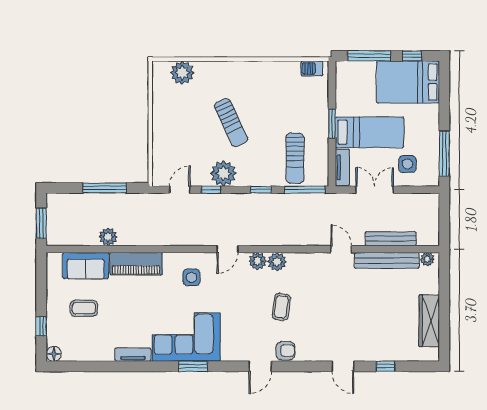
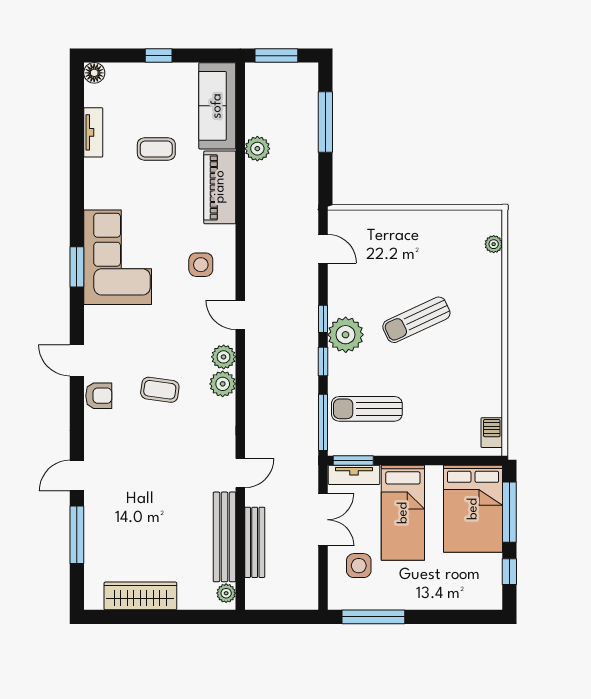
plant: (182, 73) -> (494, 244), width x0.53, depth x0.53
bed: (408, 82) -> (473, 509), moved, turned 180
window: (332, 123) -> (353, 460), moved
plant: (223, 173) -> (346, 335), moved
window: (105, 188) -> (325, 122), moved
window: (211, 190) -> (323, 319), moved
sofa: (86, 266) -> (217, 106), width x1.36
coffee table: (84, 308) -> (156, 149), moved, turned 90
window: (41, 326) -> (159, 56), moved
armchair: (285, 351) -> (99, 396), turned -90
tv unit: (133, 355) -> (93, 132), moved
window: (385, 366) -> (77, 535), width x2.17

